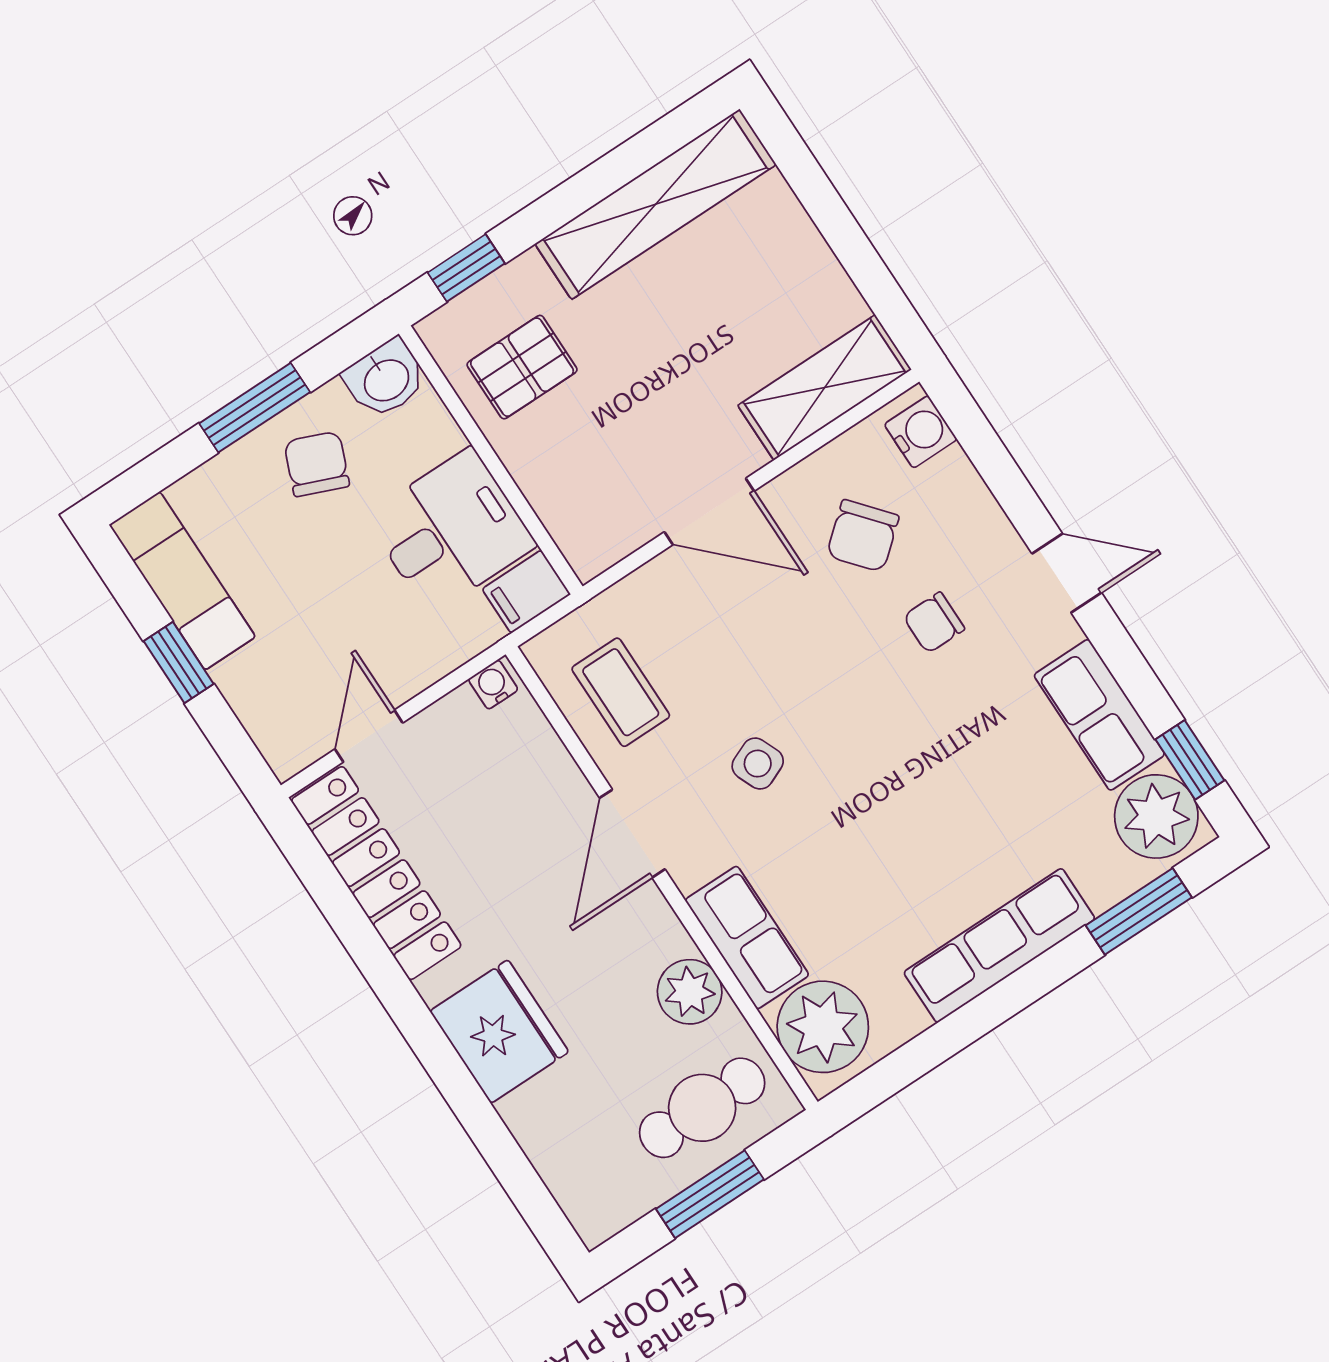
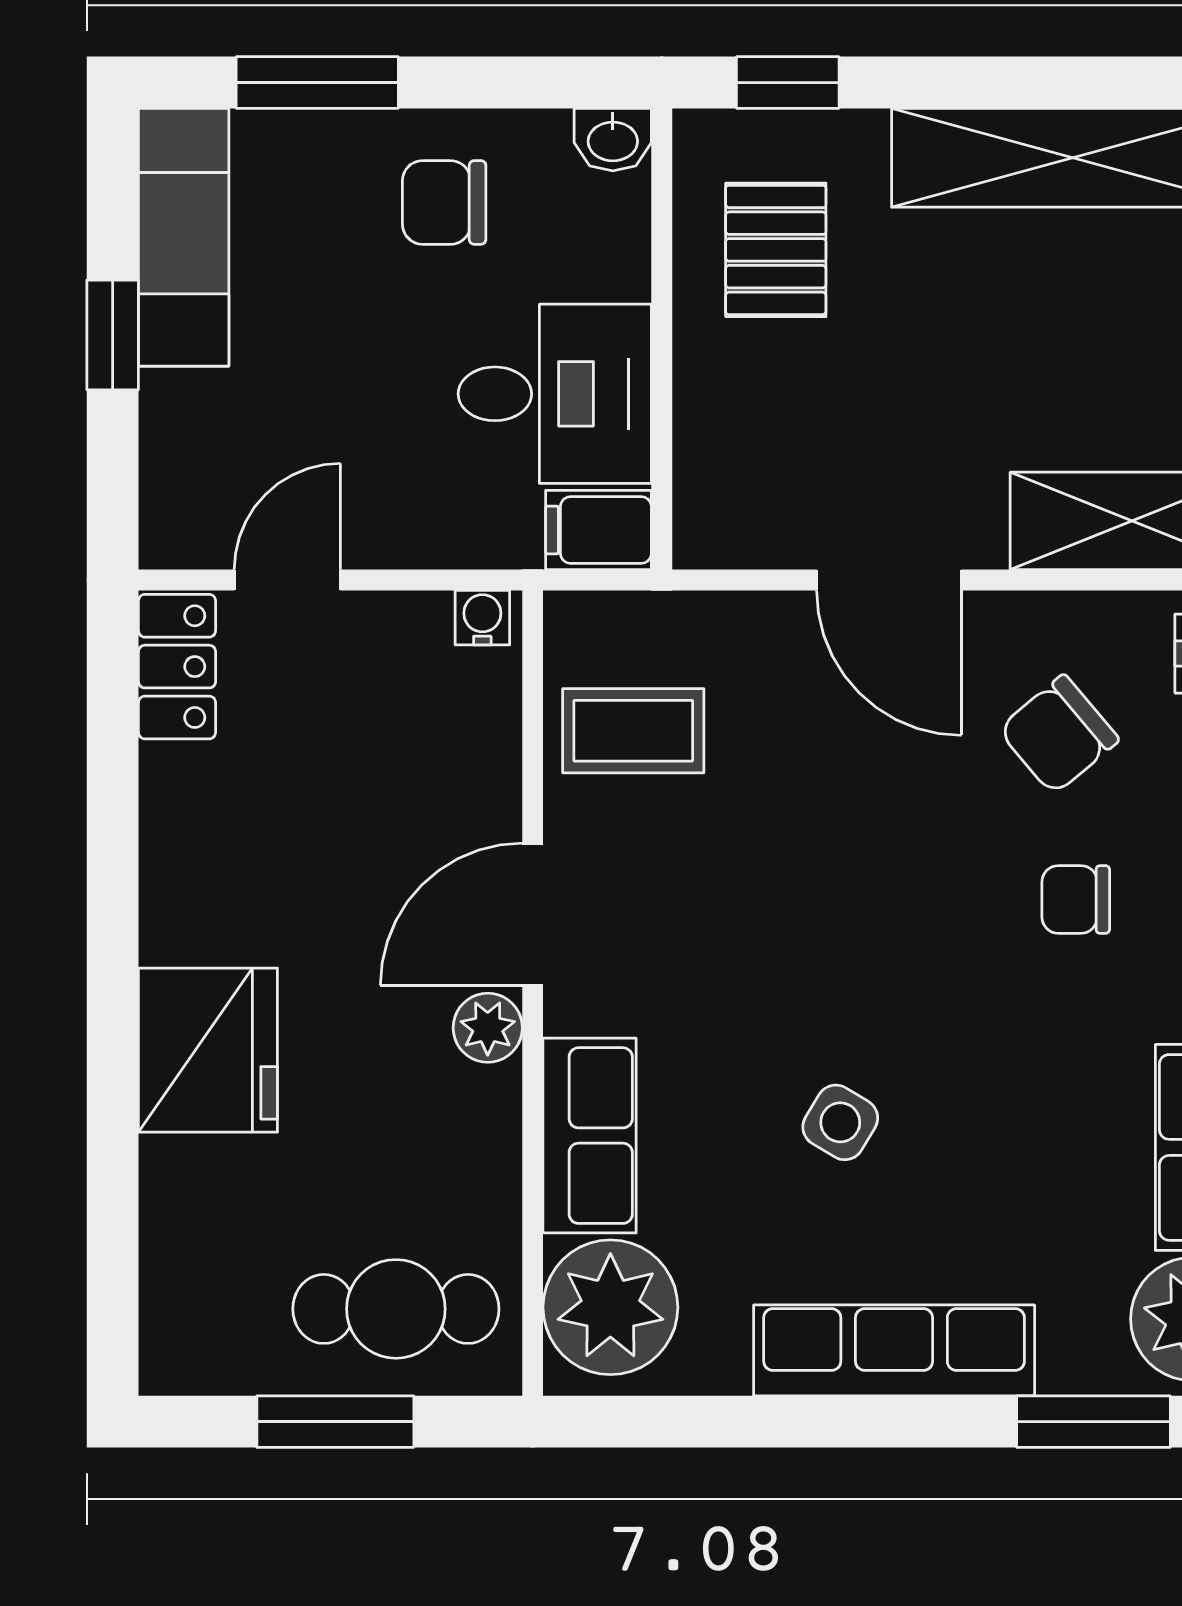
pallet: (522, 367) -> (776, 250), turned 90
washbasin: (386, 379) -> (613, 140), width x0.72, depth x0.69
window: (255, 408) -> (317, 83), moved
chair: (317, 464) -> (444, 202), turned -112
coffee table: (621, 692) -> (633, 731), turned 90
side table: (758, 764) -> (840, 1122), moved, turned -36
locker: (376, 873) -> (177, 667), width x0.46, depth x0.83
plant: (690, 992) -> (488, 1028), moved, width x0.73, depth x0.73

